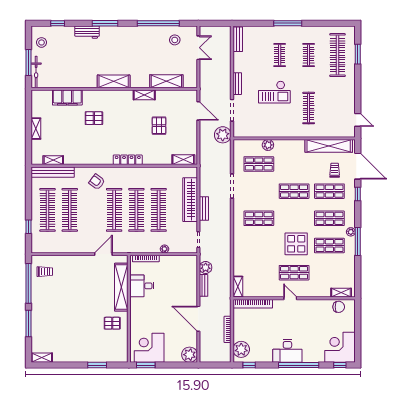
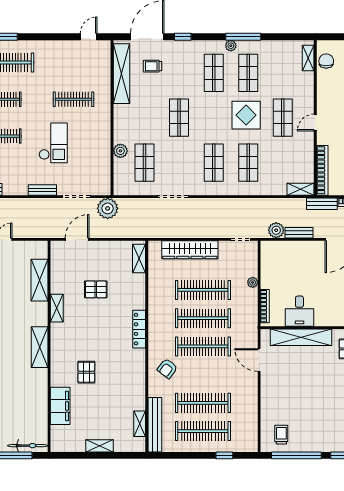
shop shelf: (329, 191) -> (248, 163), moved
bench: (204, 209) -> (322, 204), moved

